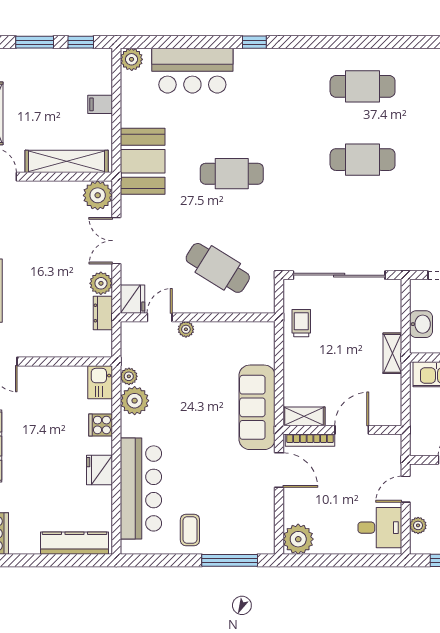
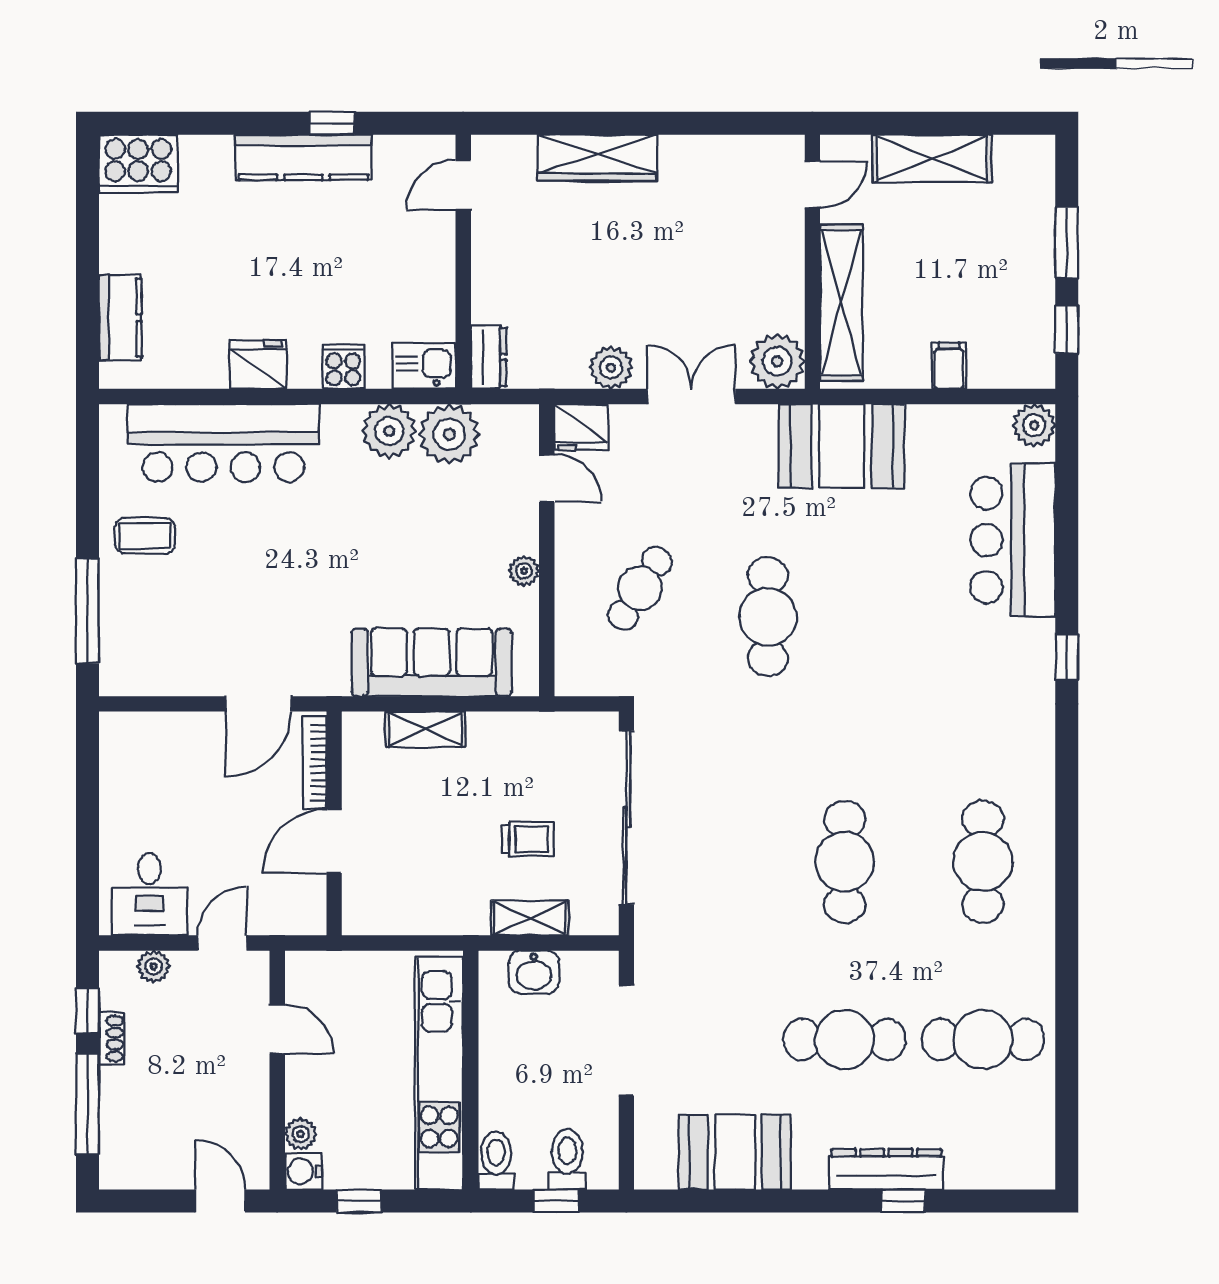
cafe table: (232, 174) -> (768, 617), moved
cafe table: (218, 268) -> (640, 588), width x0.73, depth x0.74
dresser: (103, 313) -> (489, 357), moved, turned 90
trolley: (301, 323) -> (528, 839), moved
plant: (186, 329) -> (524, 571), moved
shelving: (392, 353) -> (530, 918), moved
plant: (129, 376) -> (449, 434), width x1.87, depth x1.87
sofa: (257, 407) -> (432, 662), moved
shelving: (304, 416) -> (425, 729), moved, turned 90
door: (352, 430) -> (334, 841), swing flipped
door: (406, 489) -> (222, 943), hinge flipped
plant: (298, 539) -> (128, 740), removed
kitchen counter: (75, 543) -> (120, 318), width x0.67

